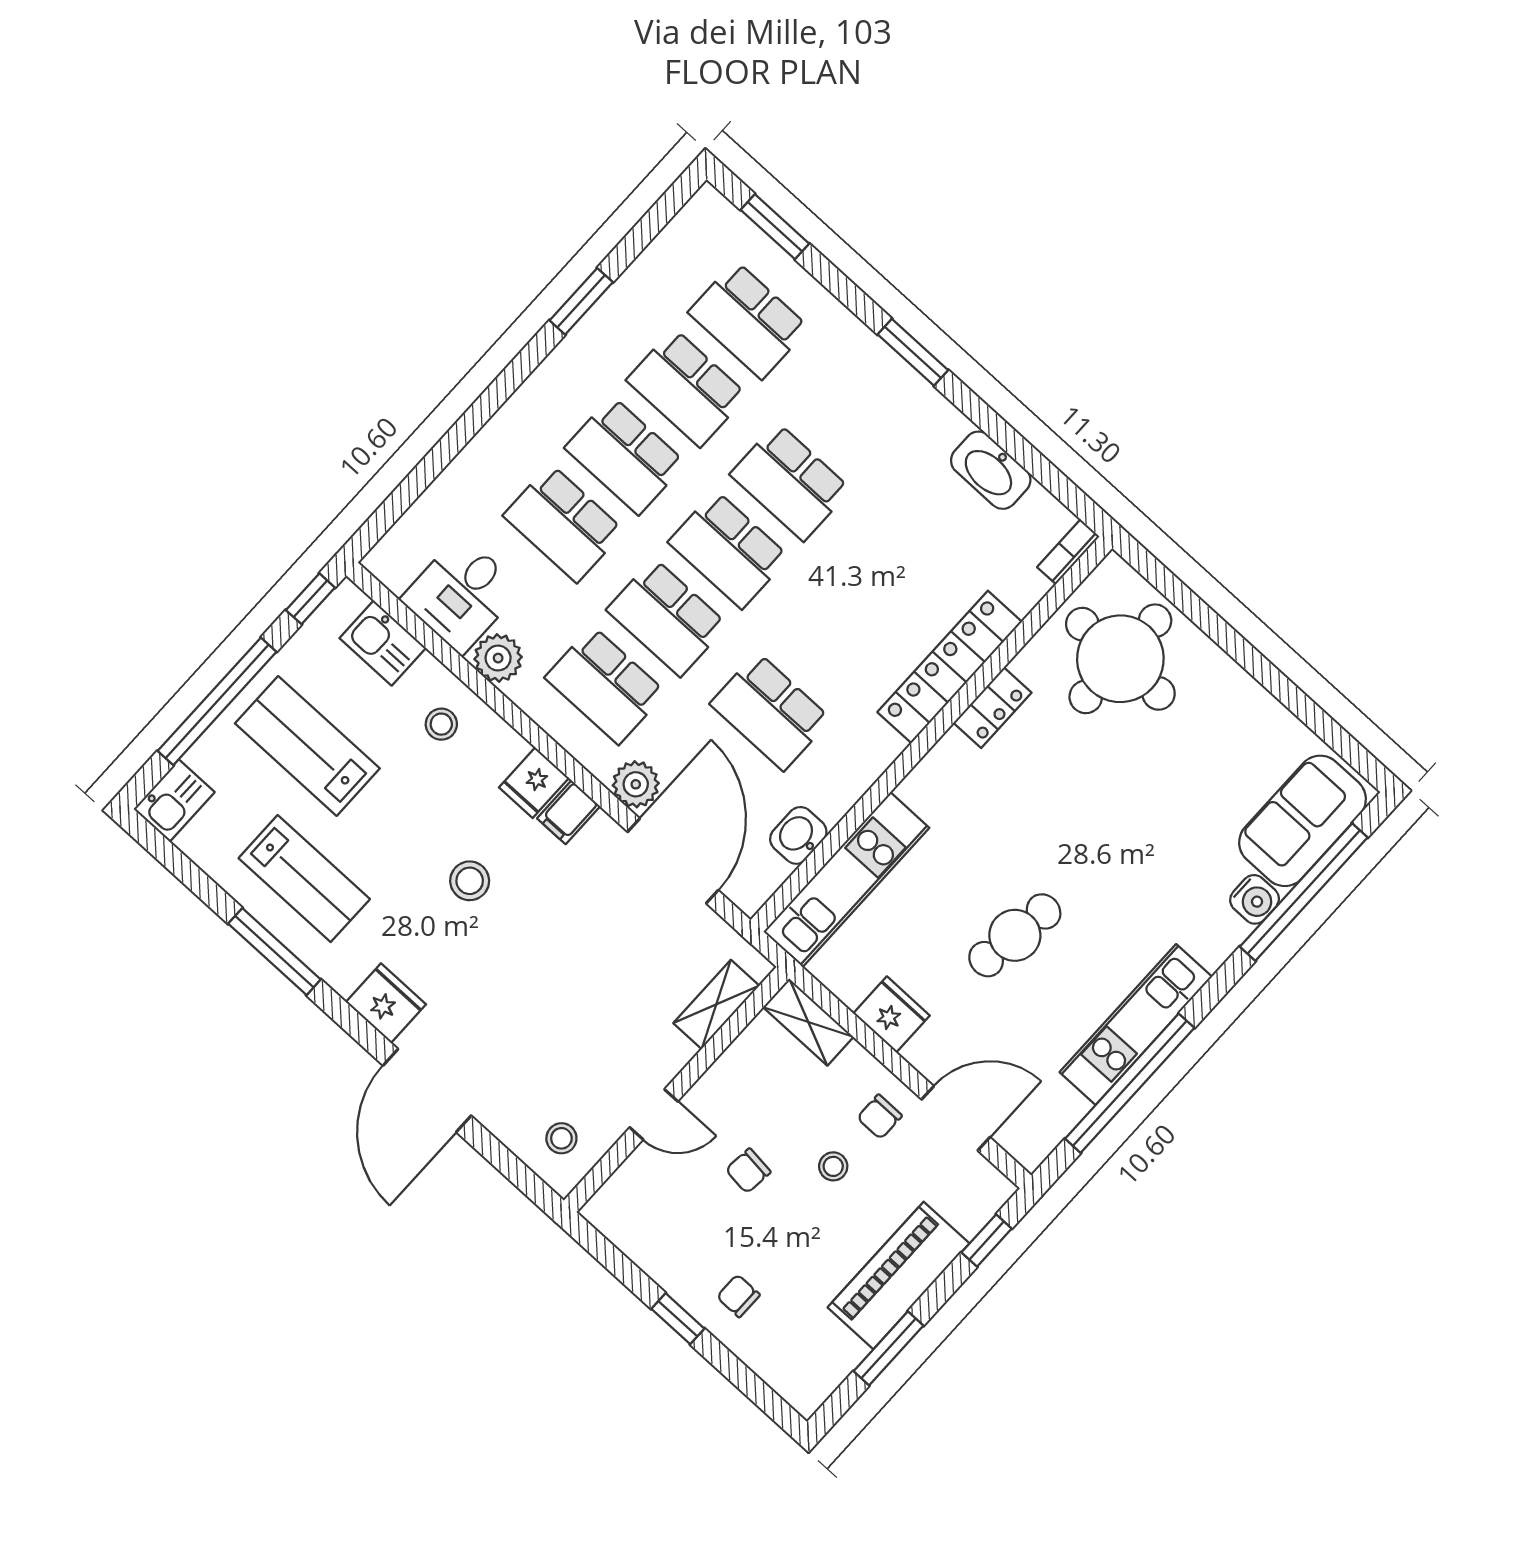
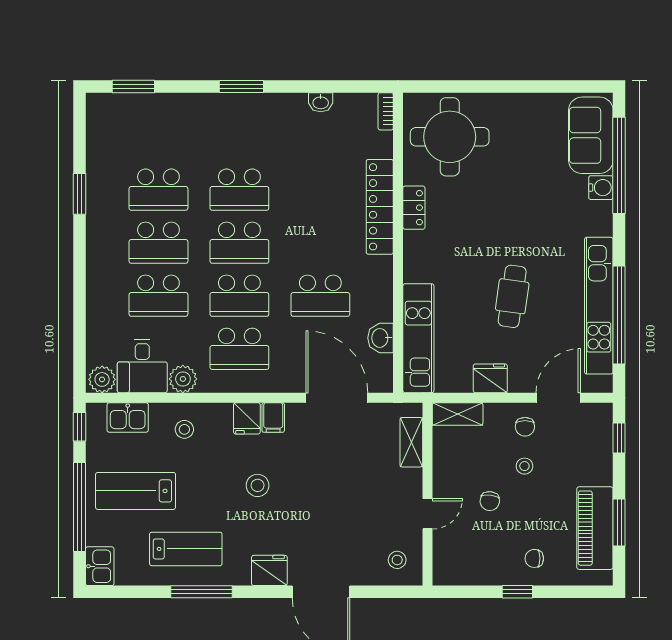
school desk: (749, 320) -> (158, 137), removed
washbasin: (991, 470) -> (321, 102), width x0.52, depth x0.69
plant: (636, 784) -> (102, 379), moved
kitchen unit: (1136, 1025) -> (599, 306), width x1.36
piano: (899, 1275) -> (595, 528), moved

